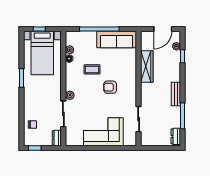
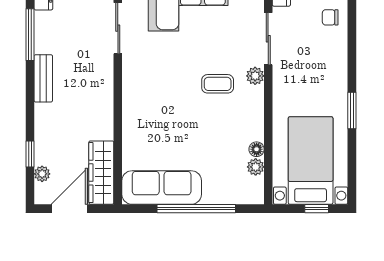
wardrobe: (147, 66) -> (101, 173), moved
coffee table: (92, 69) -> (218, 84), moved
armchair: (110, 87) -> (175, 92), removed

